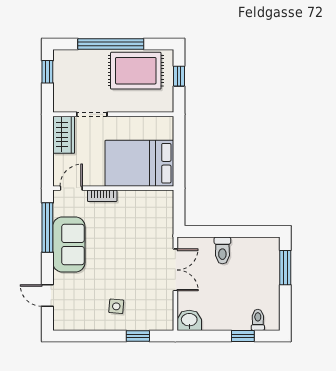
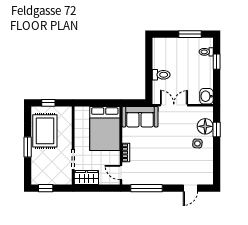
window: (111, 44) -> (28, 147), width x0.47
sofa: (69, 245) -> (140, 117), moved, turned 180
window: (285, 268) -> (190, 34), moved
floor lamp: (143, 318) -> (205, 126), added

